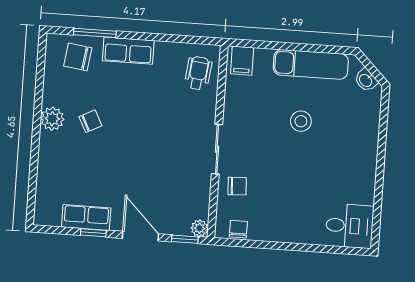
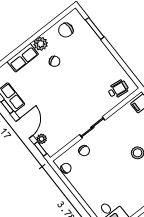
row of seats: (128, 51) -> (23, 58), moved, turned -90
chair: (78, 57) -> (66, 30), moved, turned -98
plant: (200, 228) -> (42, 139), moved

